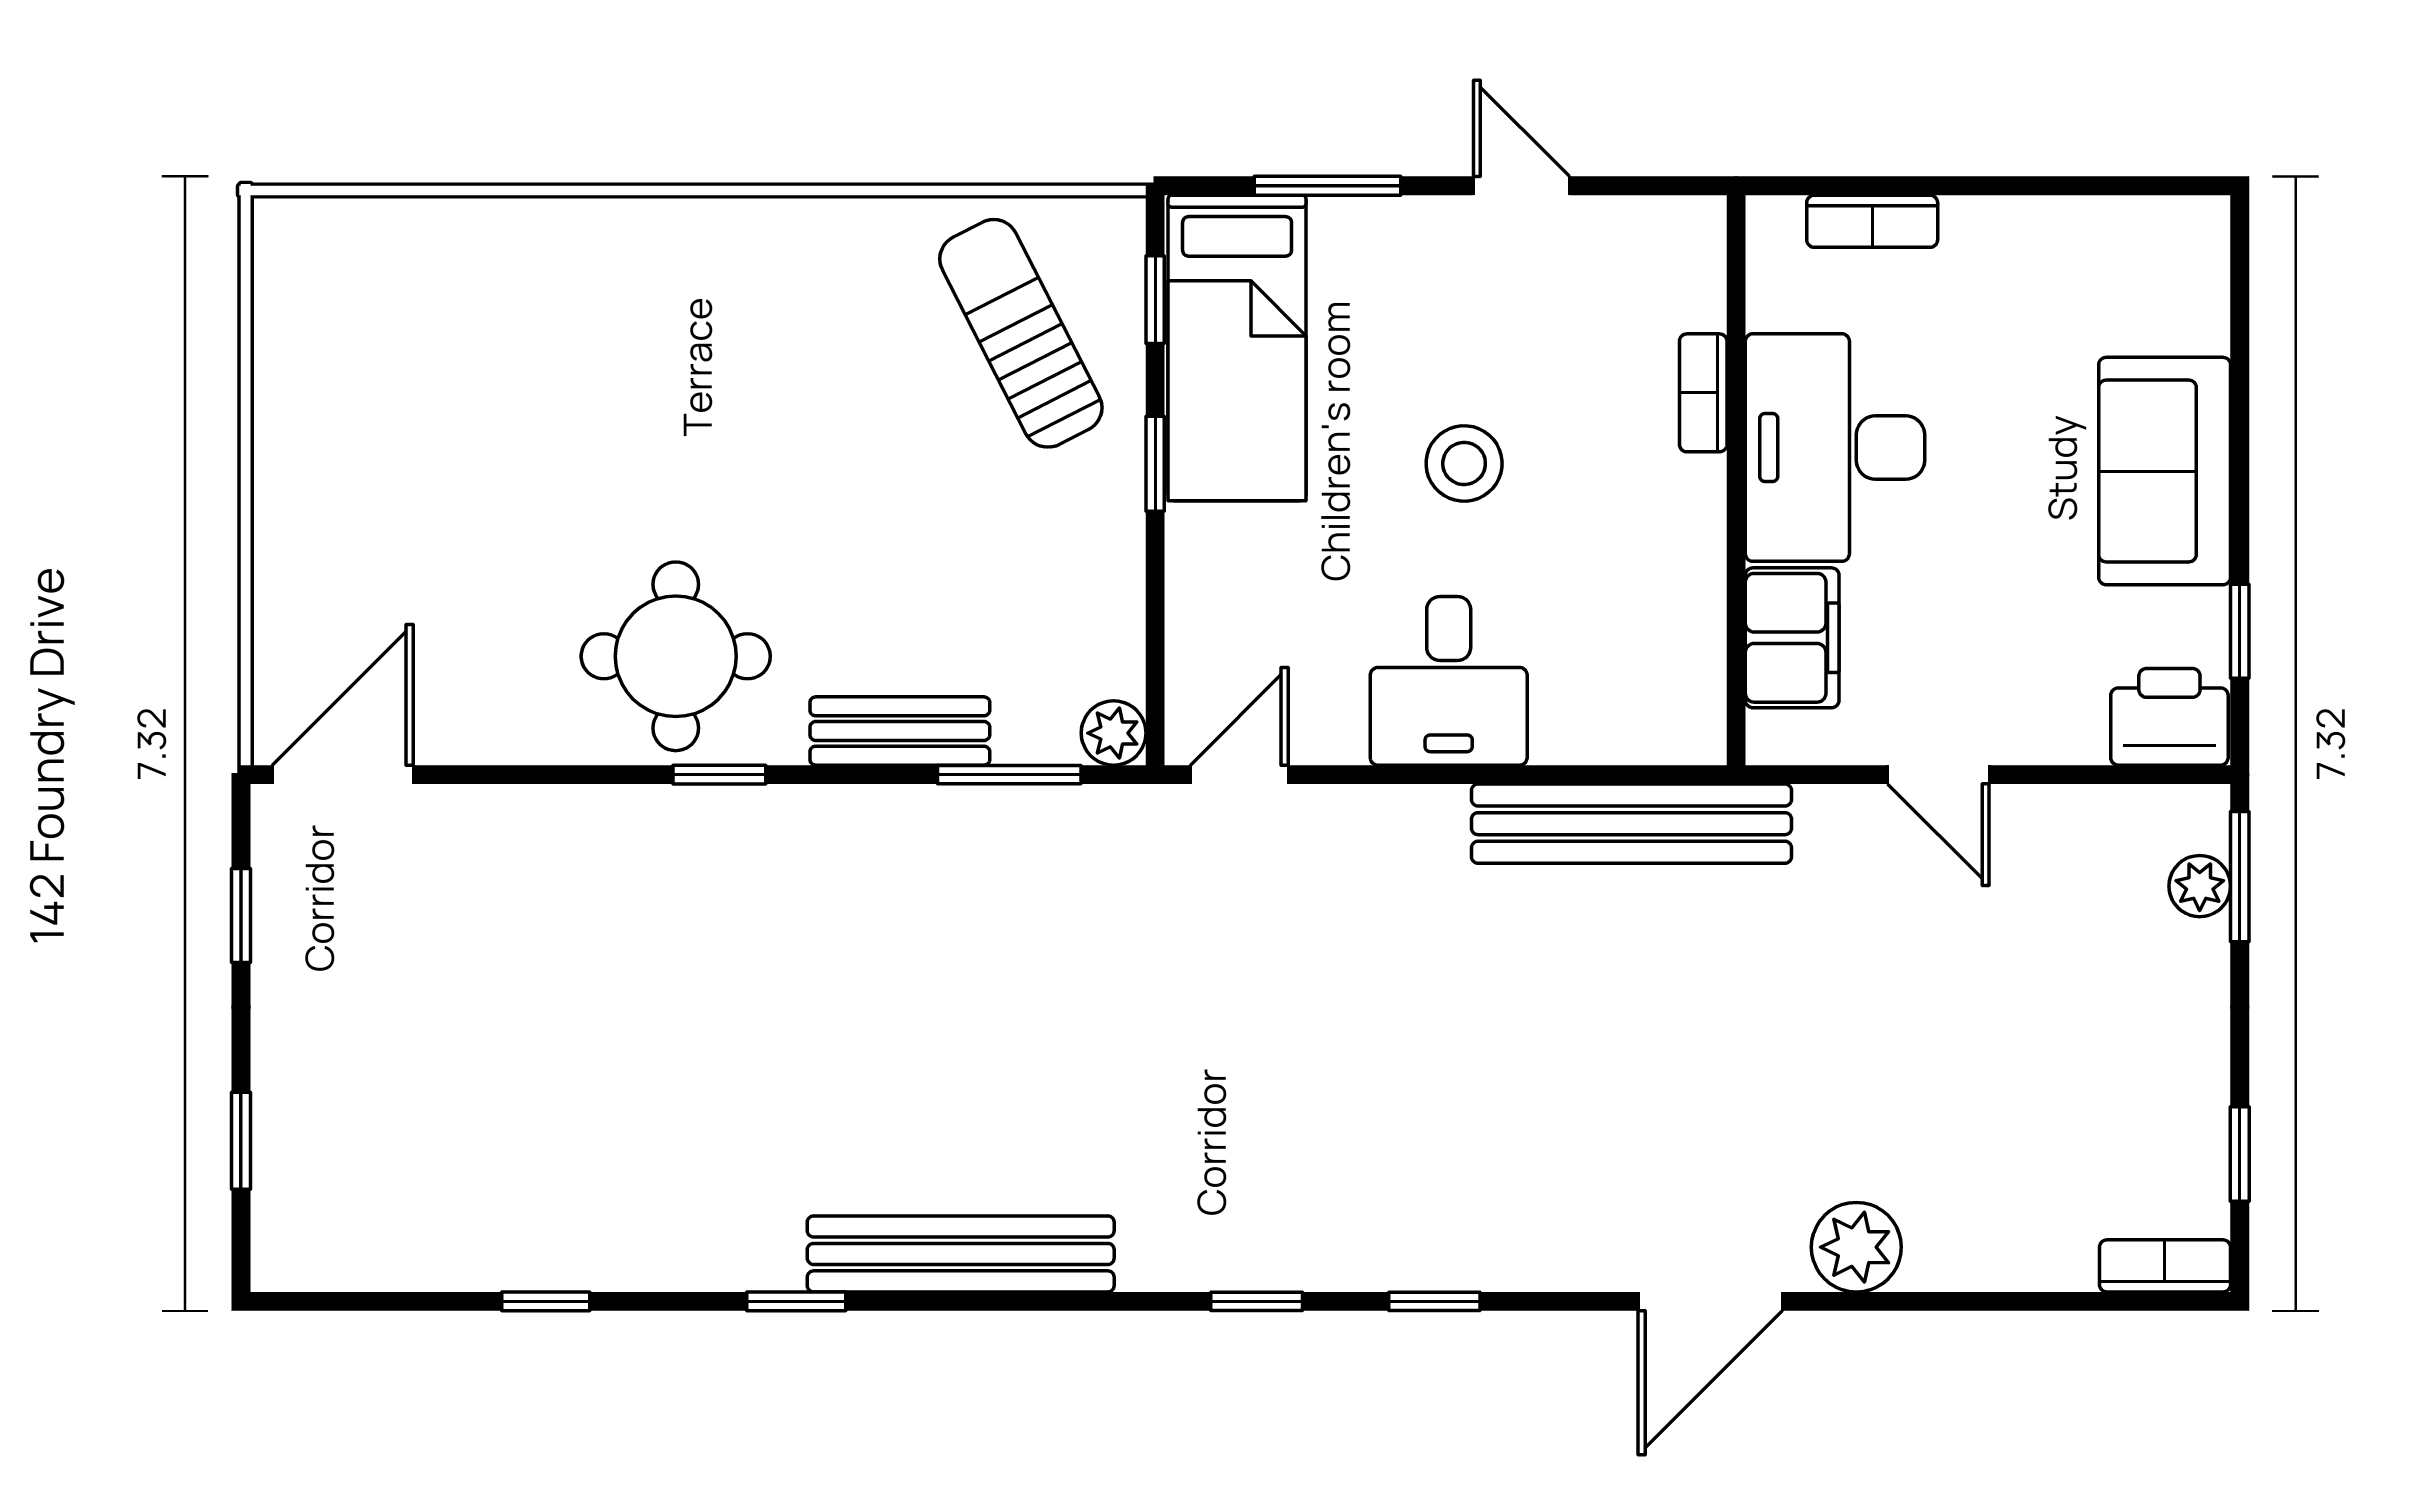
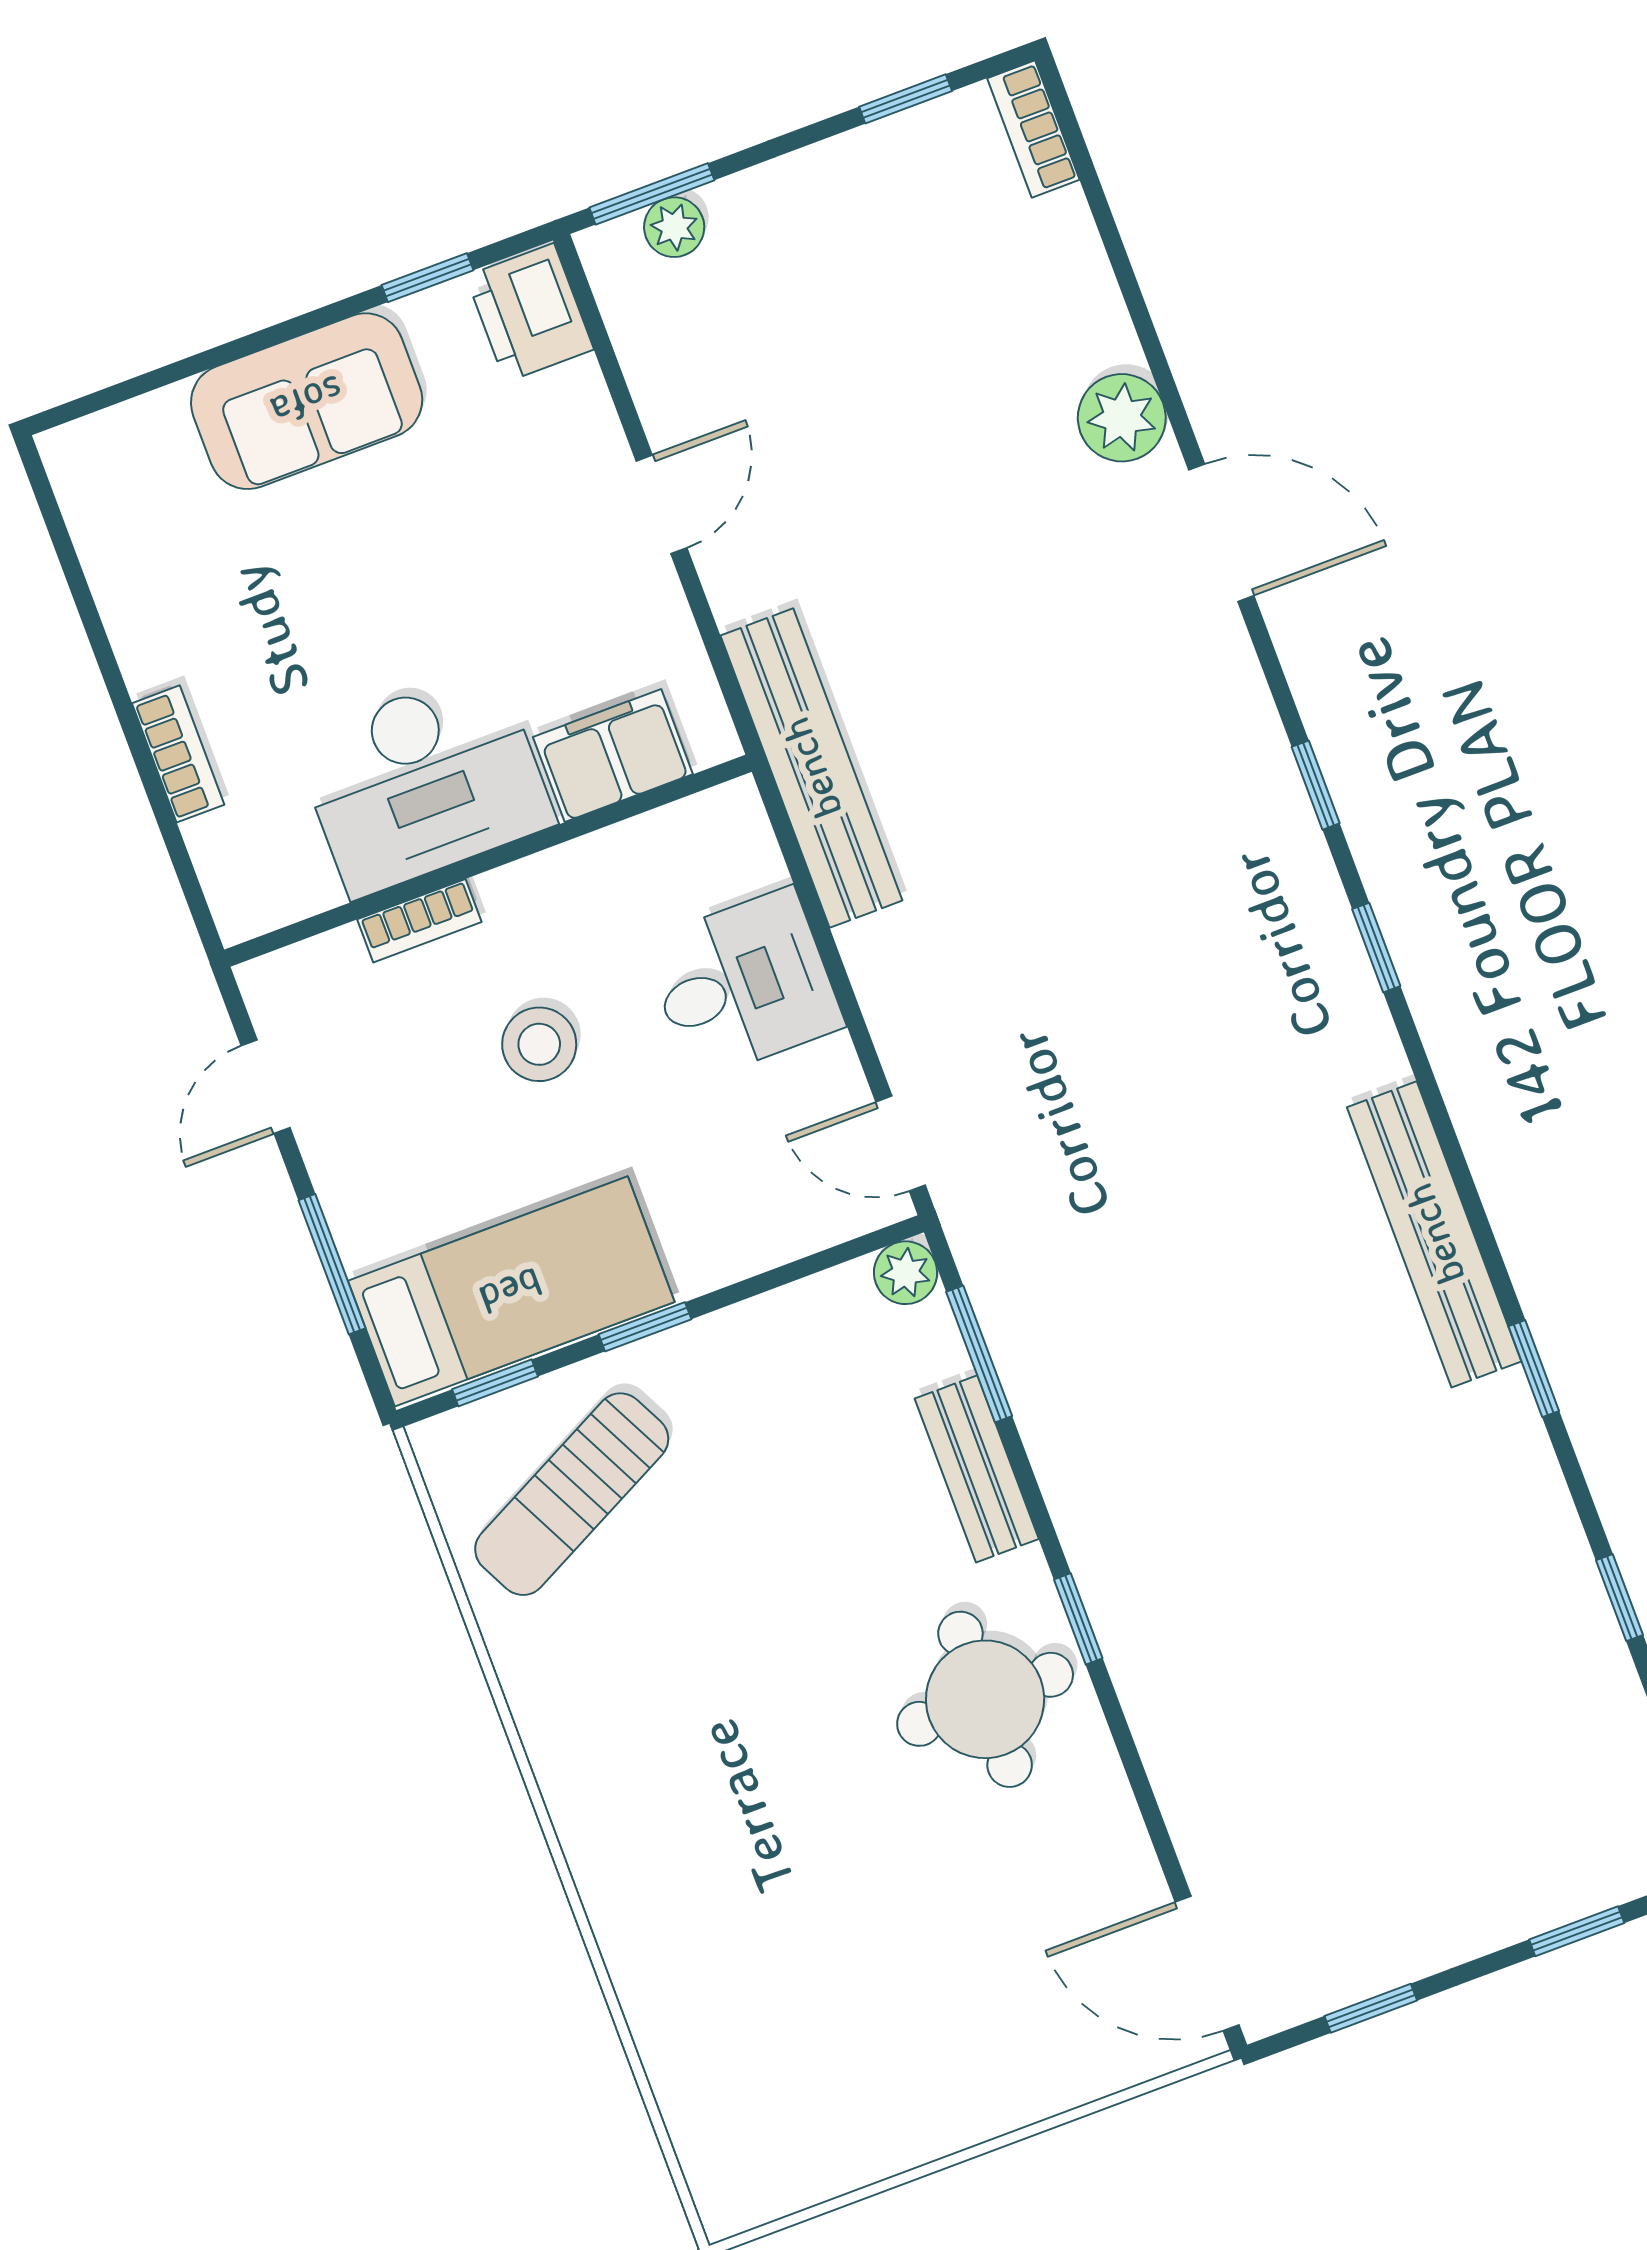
bookcase: (1703, 393) -> (419, 921), moved
desk: (1835, 448) -> (424, 781), moved
wall: (1736, 480) -> (488, 861), moved
filing cabinet: (1792, 638) -> (613, 756), moved

